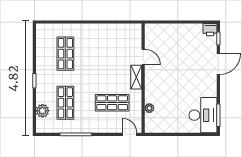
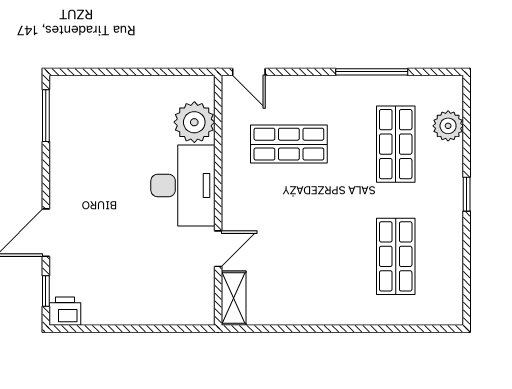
door: (143, 57) -> (218, 249), swing flipped
shelving: (136, 77) -> (234, 298), moved
plant: (149, 108) -> (194, 122), width x1.87, depth x1.87
desk: (203, 115) -> (183, 186), moved, turned 180

